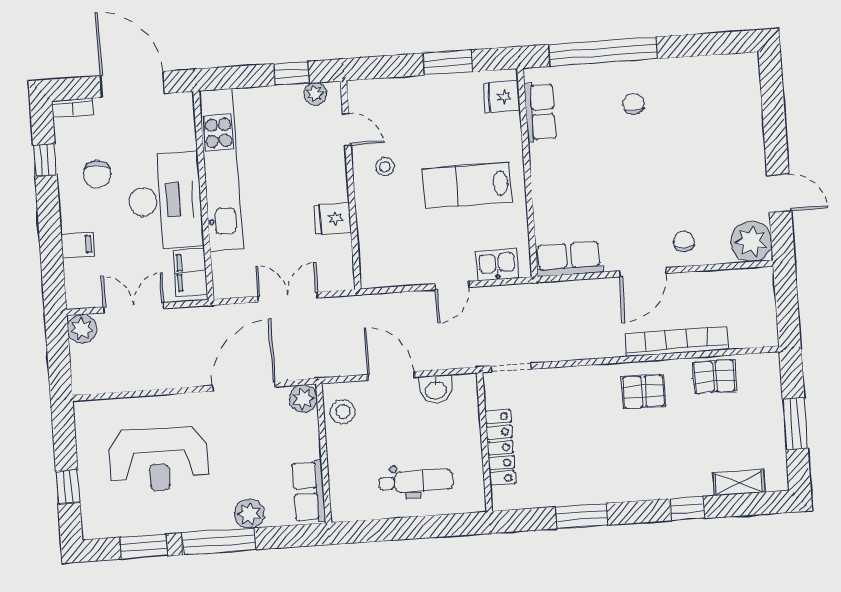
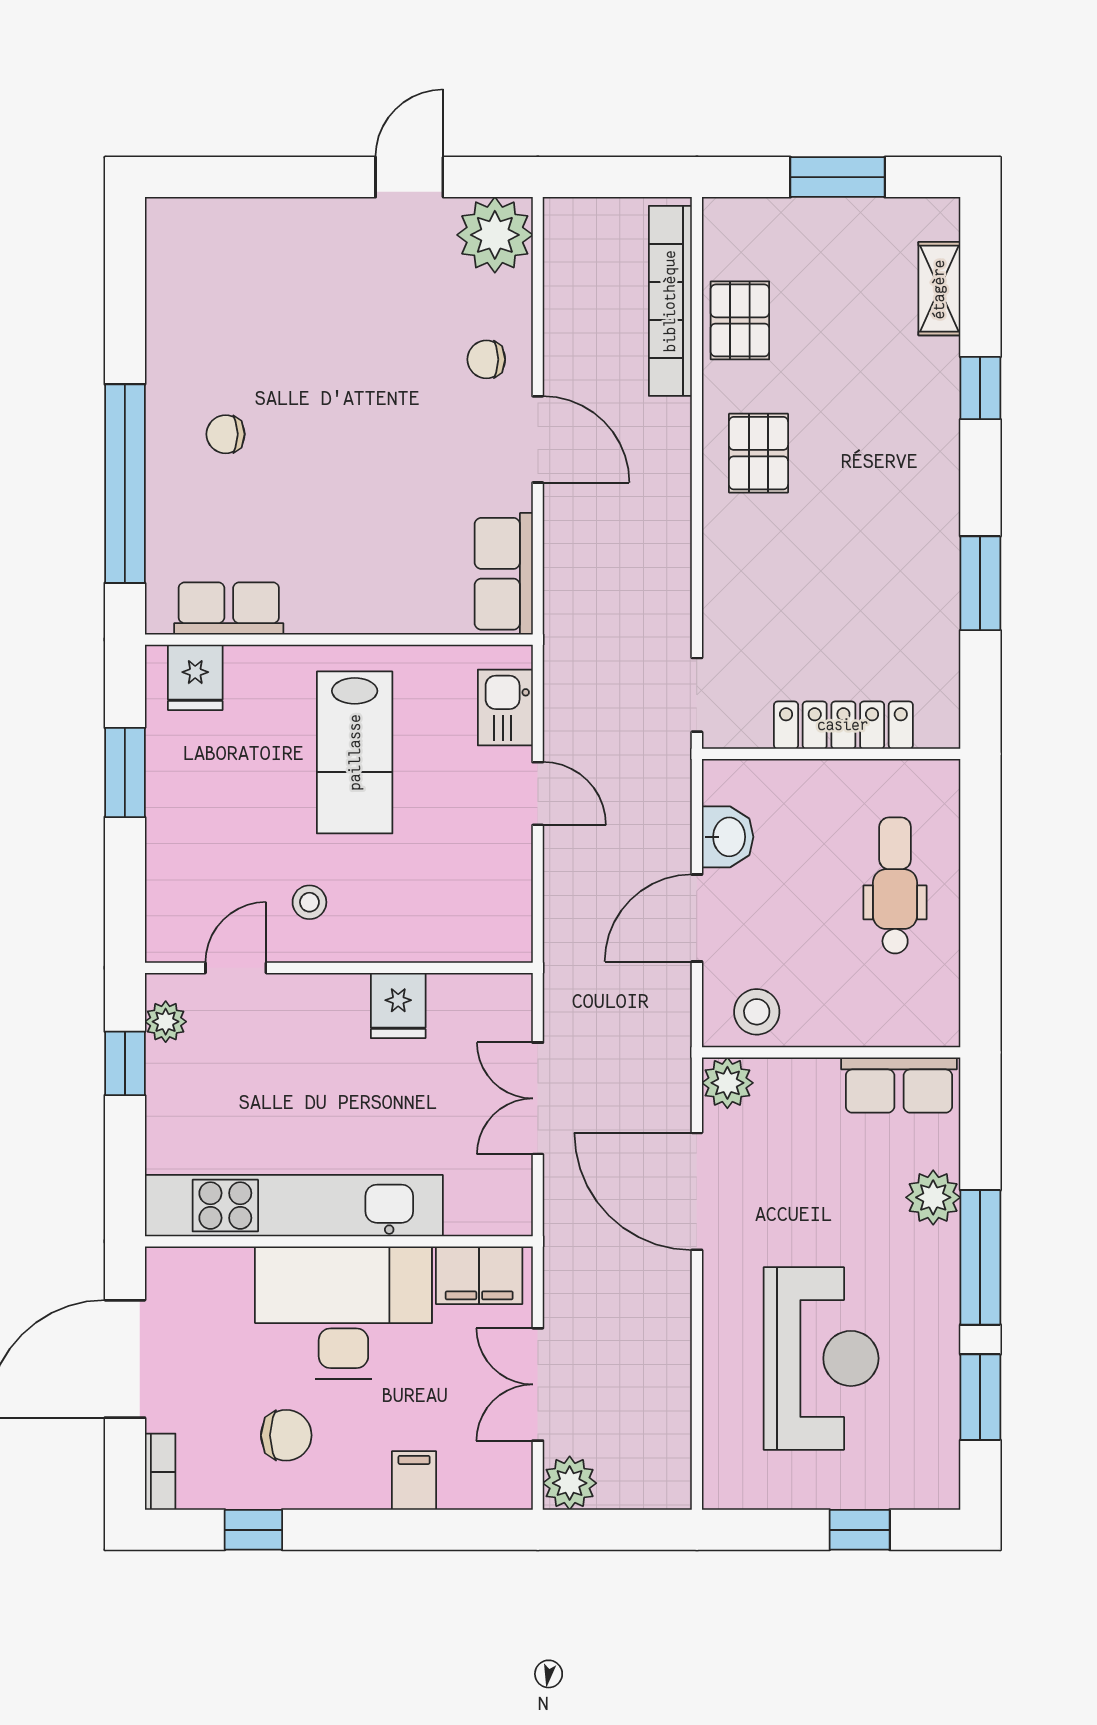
bookcase: (677, 342) -> (670, 301), moved

